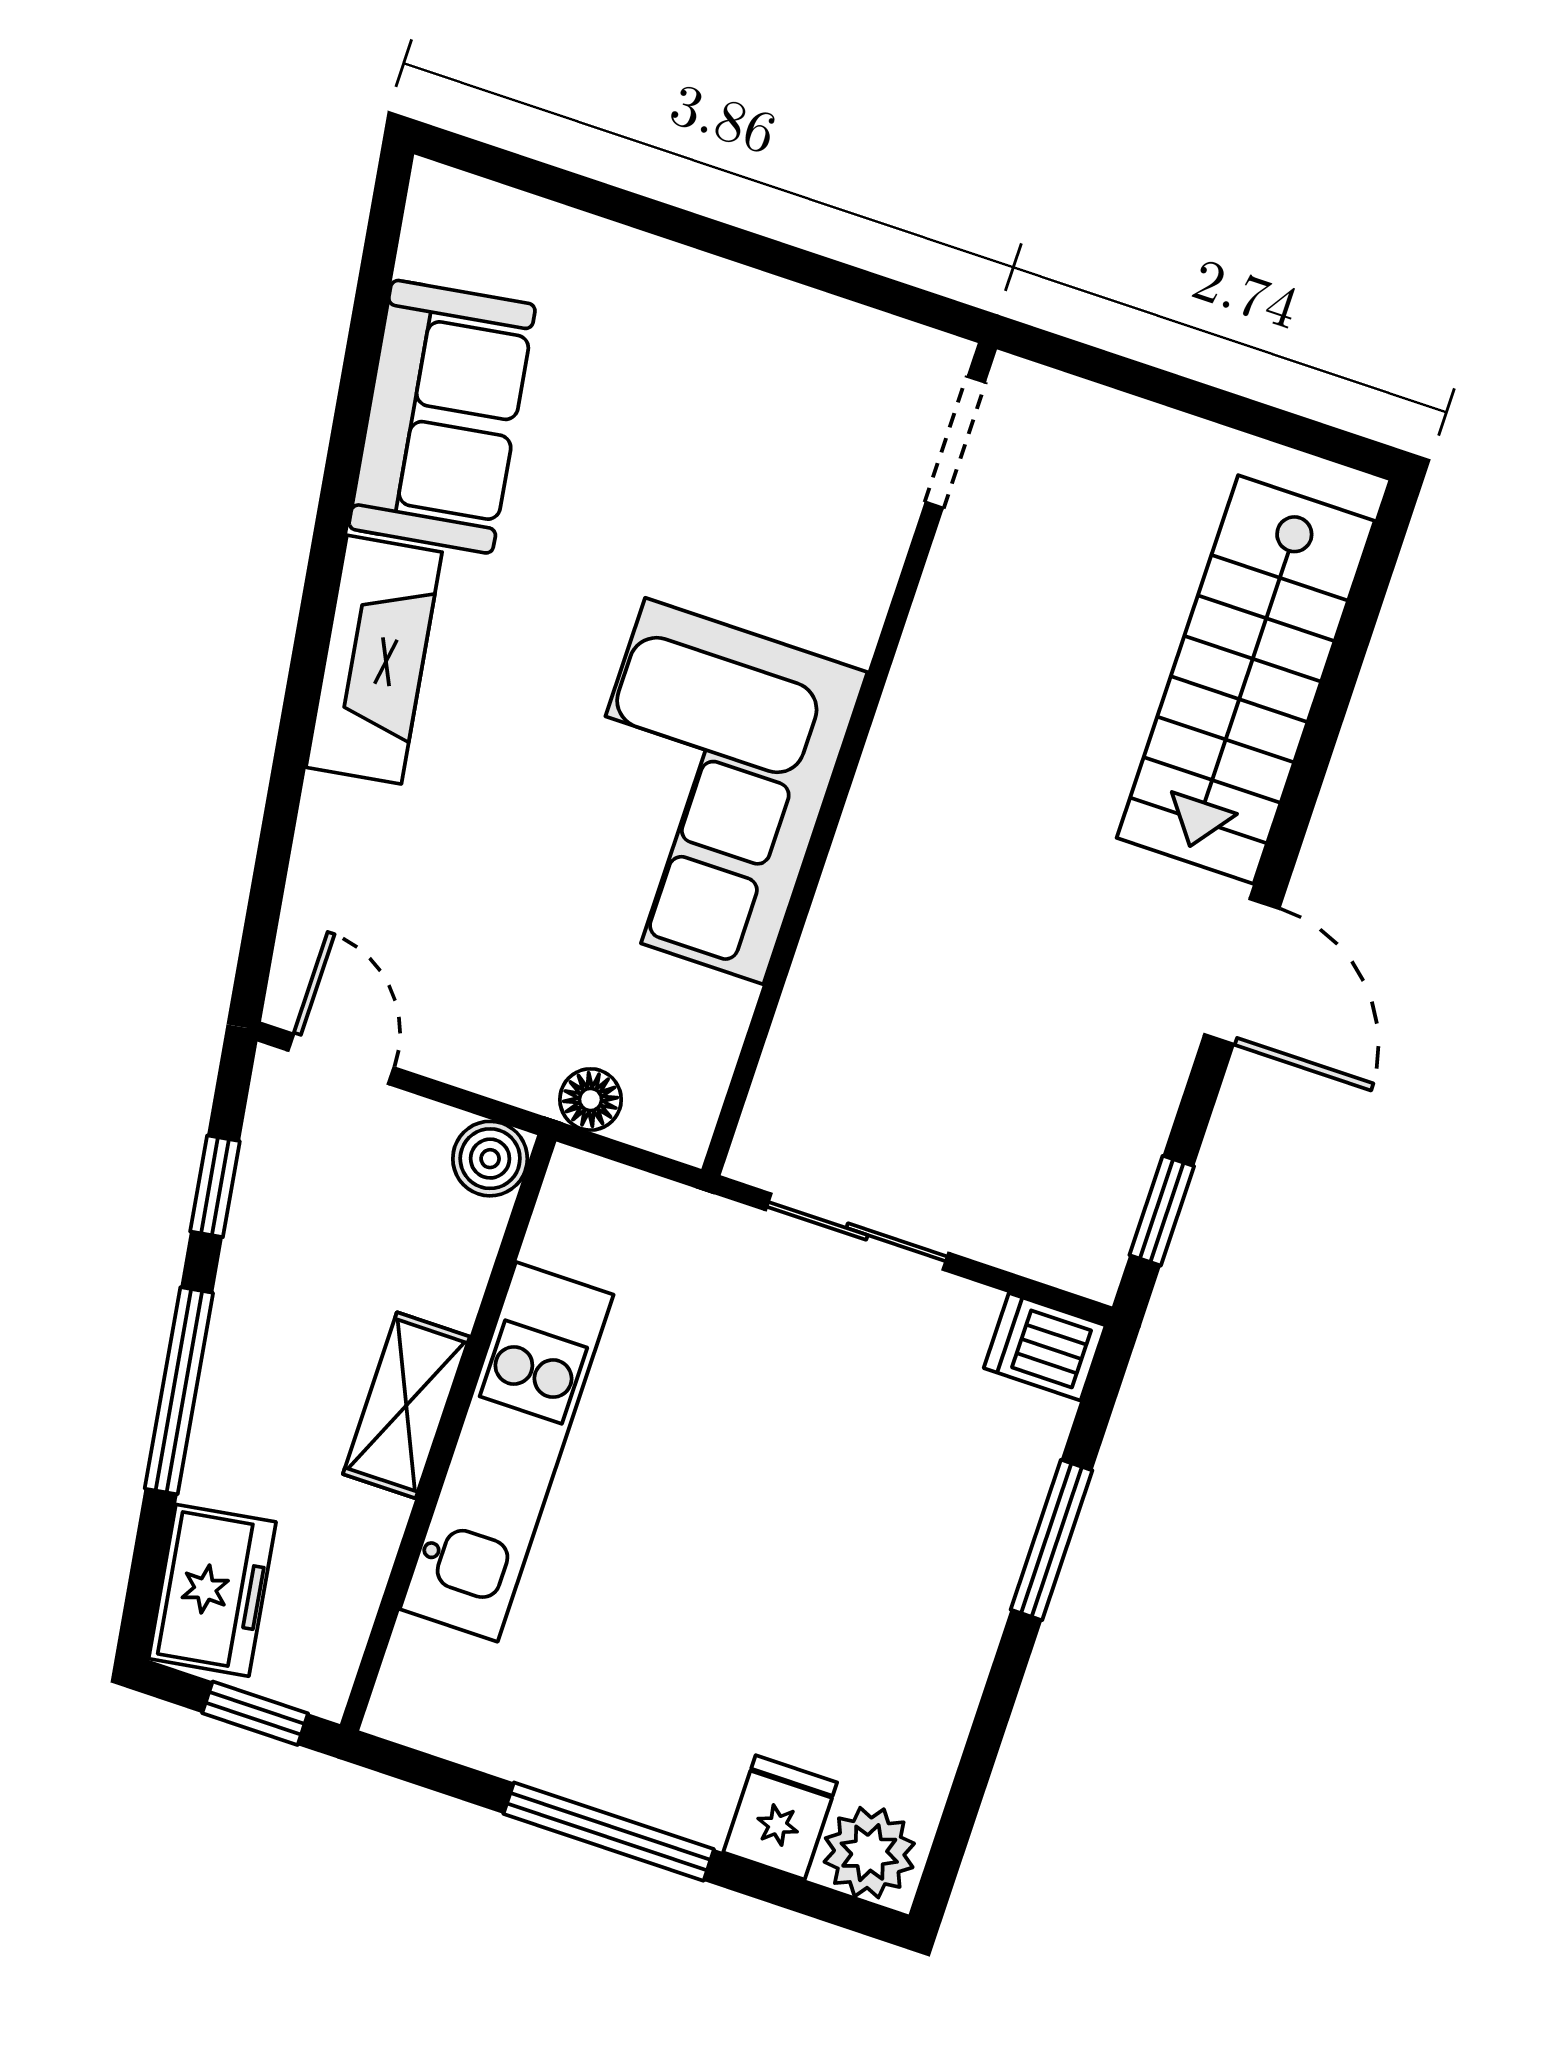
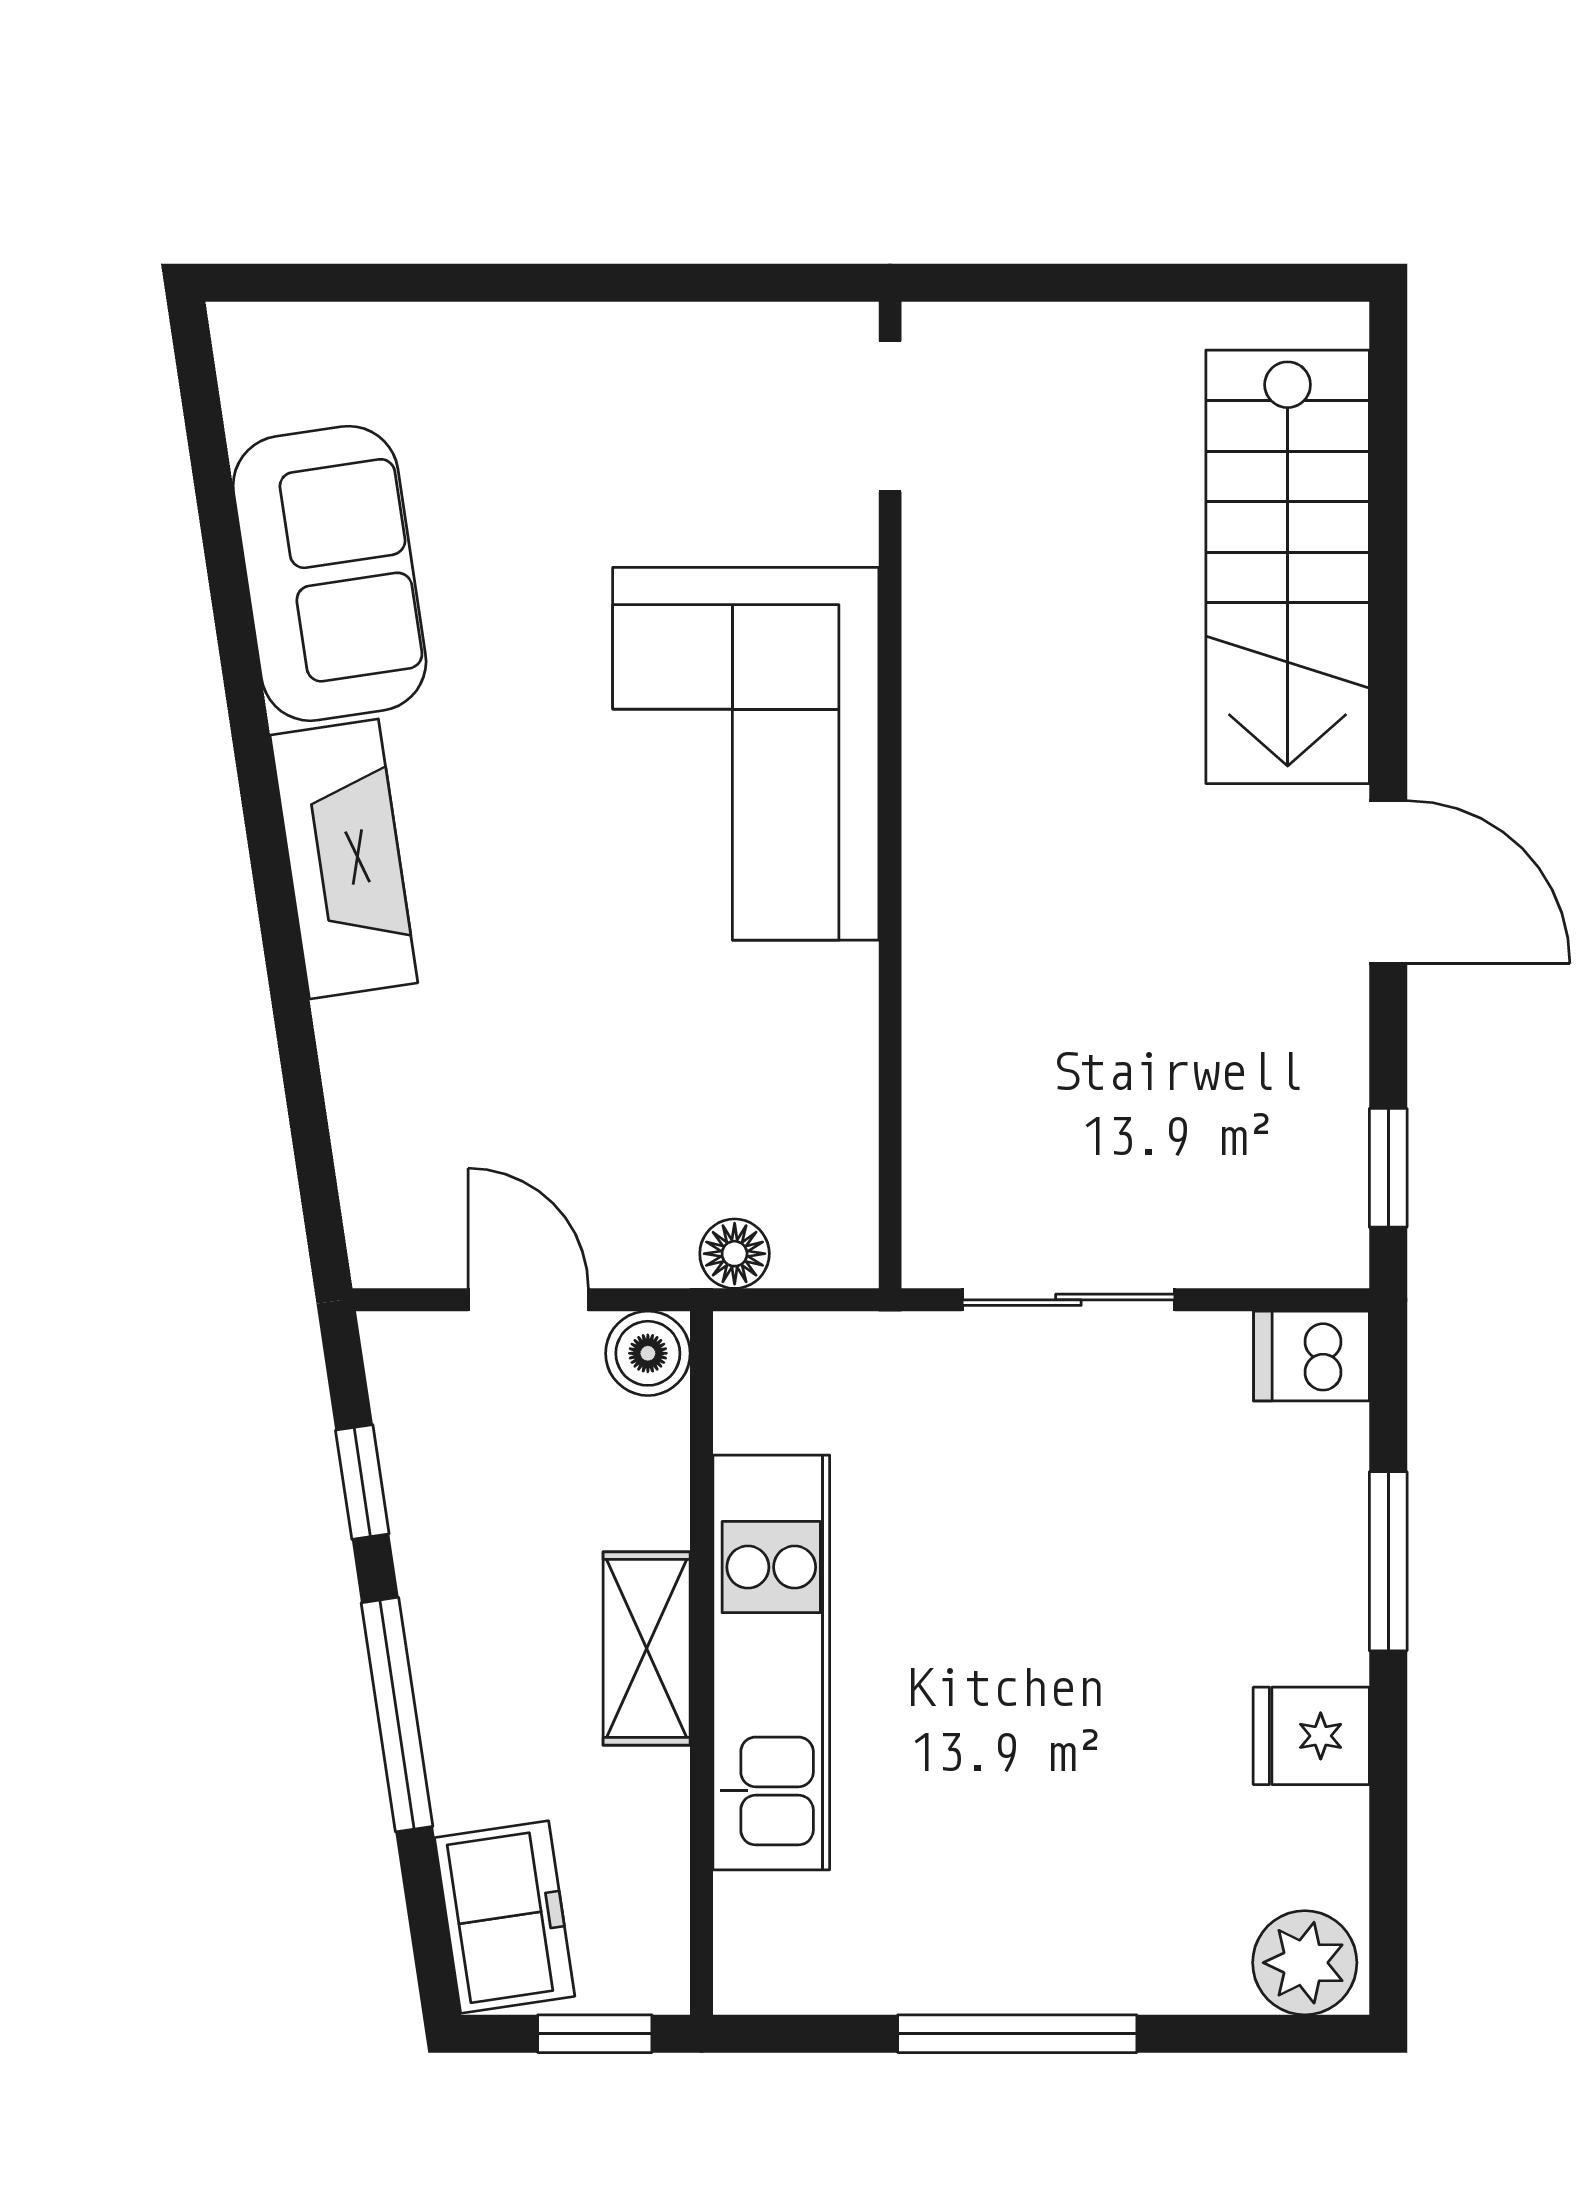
corner sofa: (704, 791) -> (746, 754), moved
door: (341, 1059) -> (528, 1300), moved
fridge: (780, 1817) -> (1311, 1736), moved, turned -90

